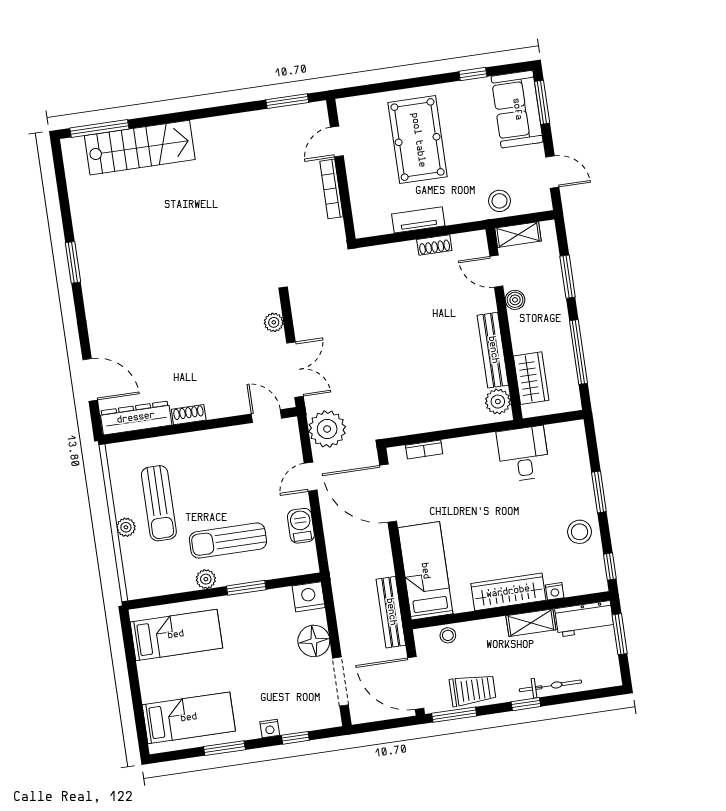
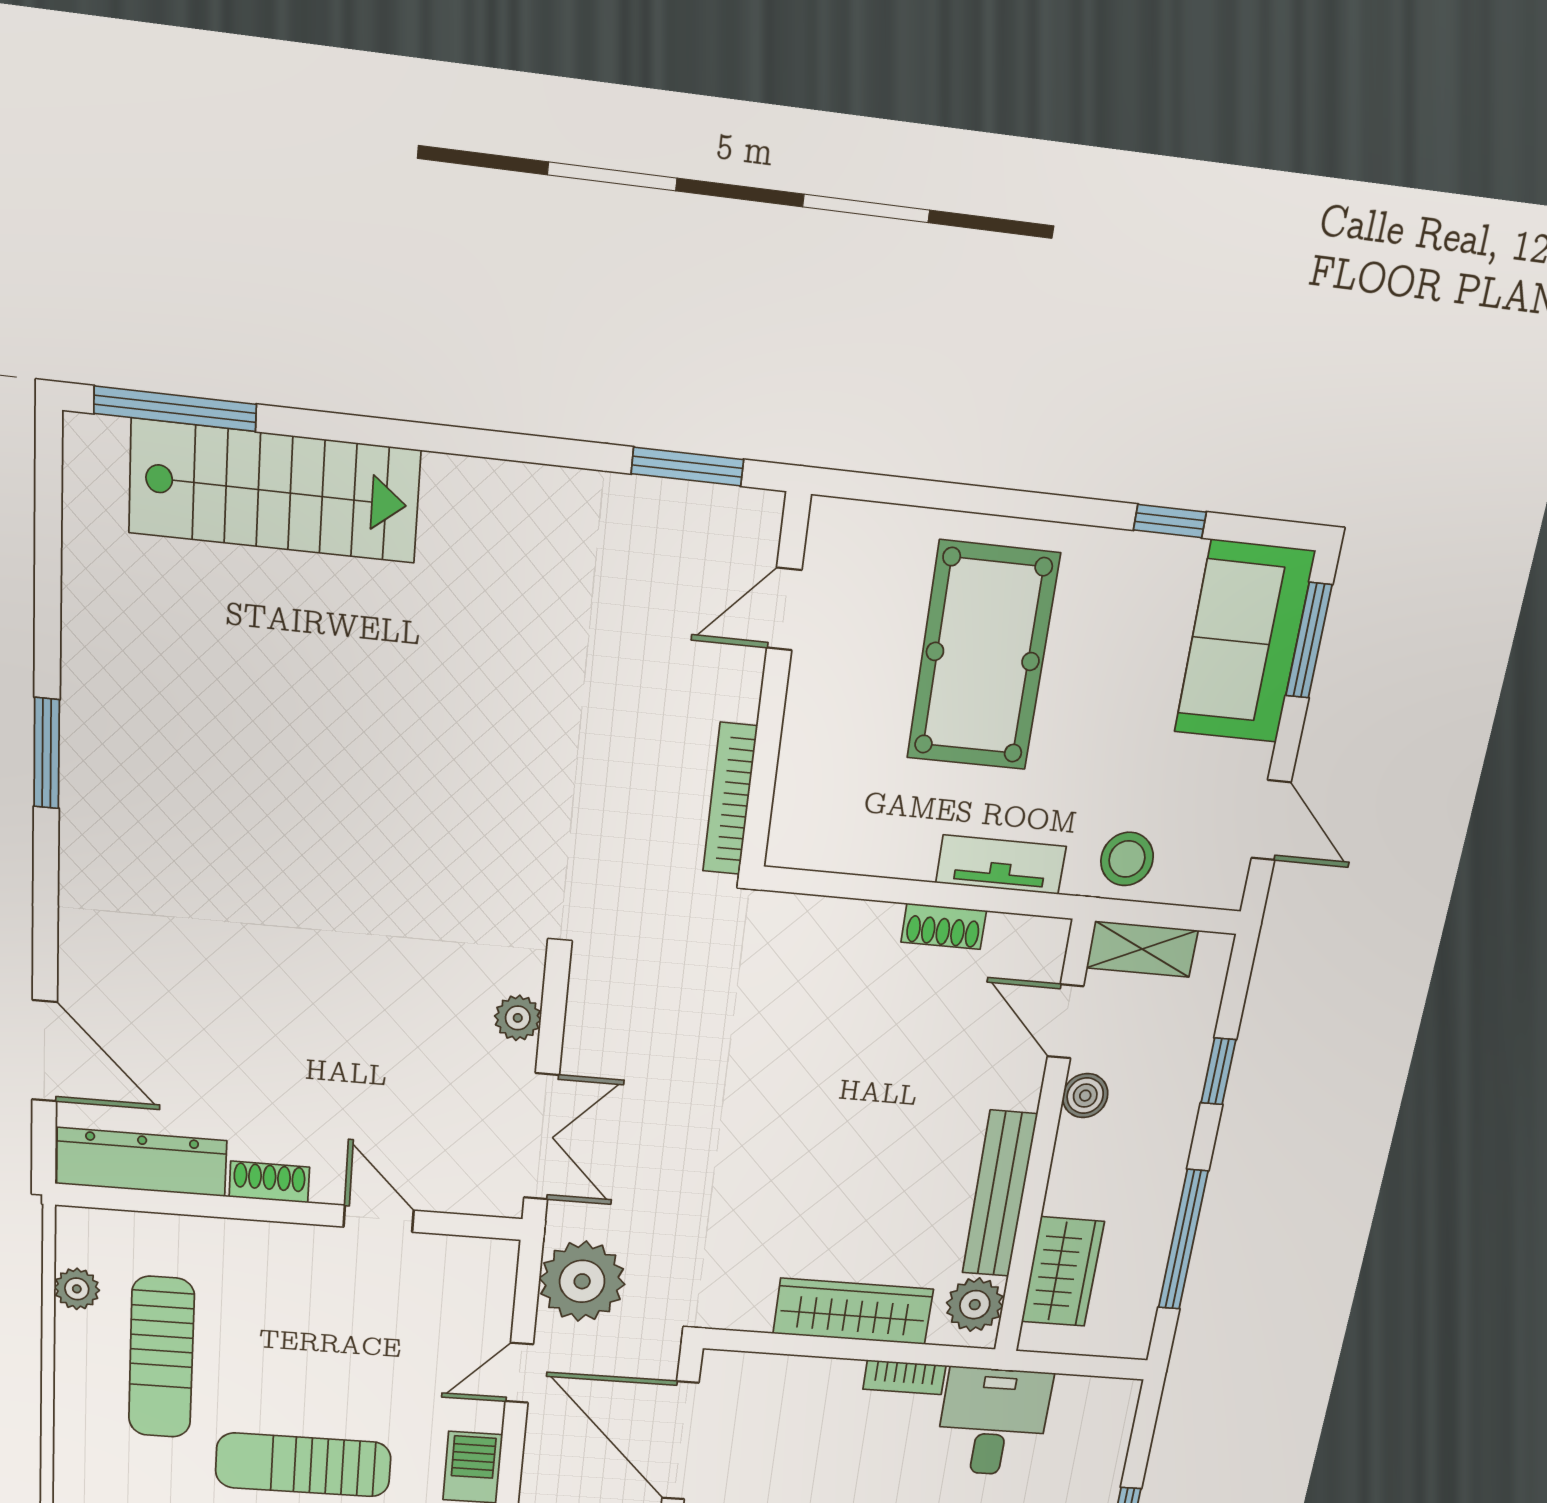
bookcase: (331, 189) -> (730, 799), moved
tv unit: (418, 220) -> (1001, 865), moved
window: (568, 277) -> (1218, 1071), width x0.67
door: (266, 416) -> (379, 1219), moved
wardrobe: (446, 416) -> (853, 1311), added
bookcase: (424, 449) -> (904, 1377), moved
plant: (126, 527) -> (77, 1289), moved

